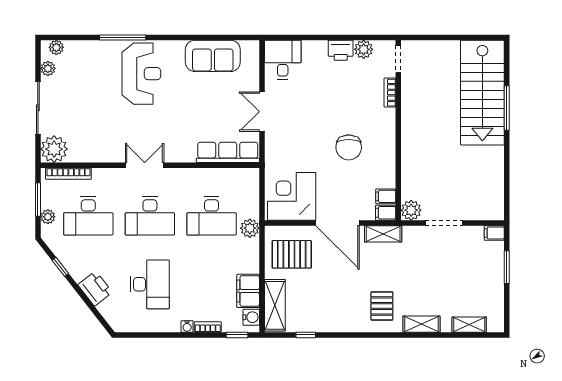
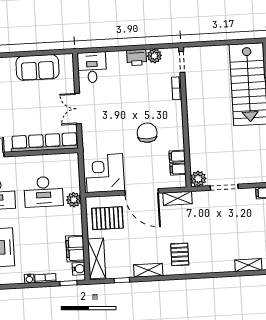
chair: (349, 147) -> (147, 133), turned 180
row of seats: (228, 152) -> (44, 142), width x1.36
filing cabinet: (386, 213) -> (177, 156), moved
shelving: (422, 324) -> (148, 270), moved

